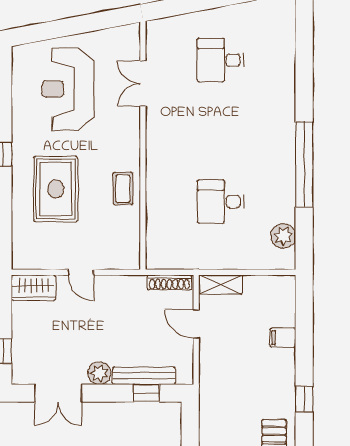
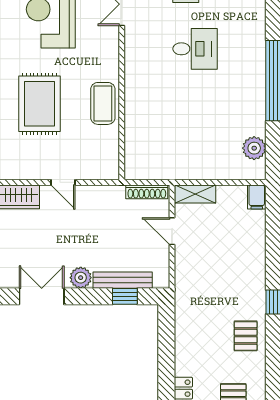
coffee table: (123, 189) -> (103, 103), width x1.36, depth x1.30
desk: (221, 202) -> (195, 49), moved, turned 180
filing cabinet: (283, 338) -> (257, 197), moved, turned -90
double door: (58, 393) -> (42, 296), swing flipped

